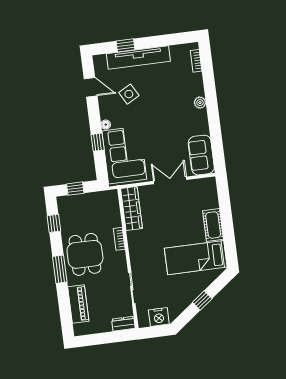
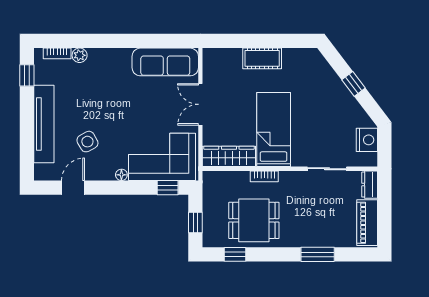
window: (125, 45) -> (27, 75), moved
plant: (200, 103) -> (80, 55), moved
window: (98, 142) -> (168, 188), moved
sofa: (201, 155) -> (165, 62), width x1.36
dining table: (85, 254) -> (254, 220), moved
bed: (196, 258) -> (274, 129), moved, turned 180
window: (60, 269) -> (318, 254), moved
piano: (78, 304) -> (367, 223), moved, turned -90

